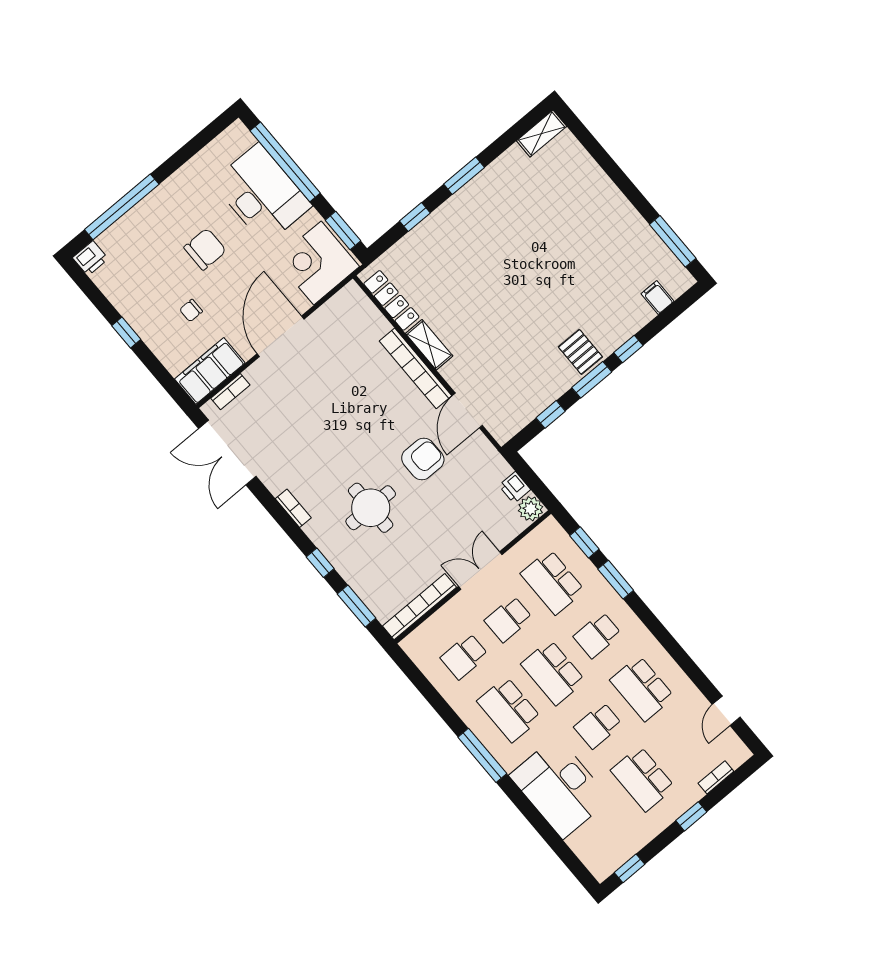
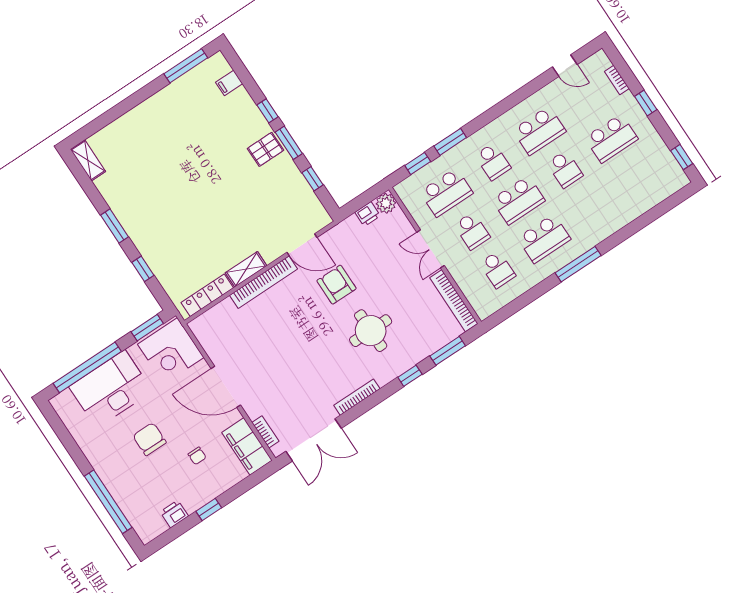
printer: (90, 258) -> (174, 514), moved, turned -90
bookcase: (293, 508) -> (357, 397), width x1.56
desk: (560, 787) -> (611, 205), removed

